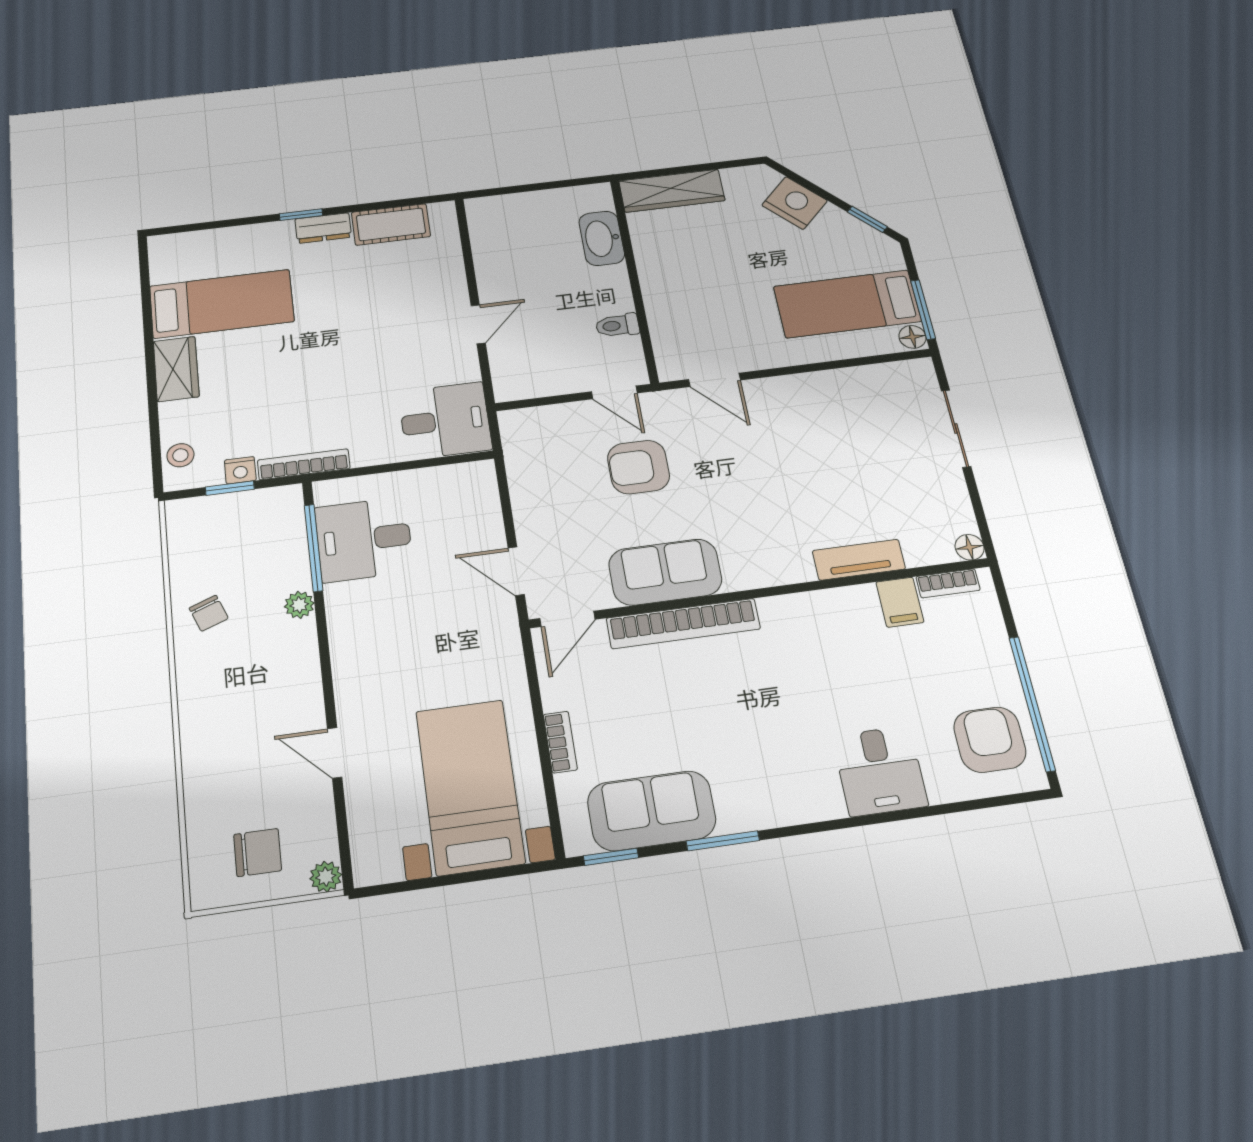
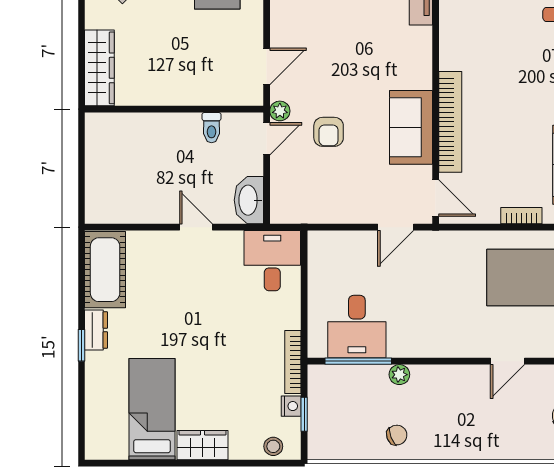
cot: (391, 224) -> (105, 270), width x1.37, depth x1.34
washbasin: (602, 238) -> (249, 200), moved, turned 90
plant: (656, 403) -> (280, 111), added
armchair: (638, 467) -> (329, 132), width x0.72, depth x0.72

